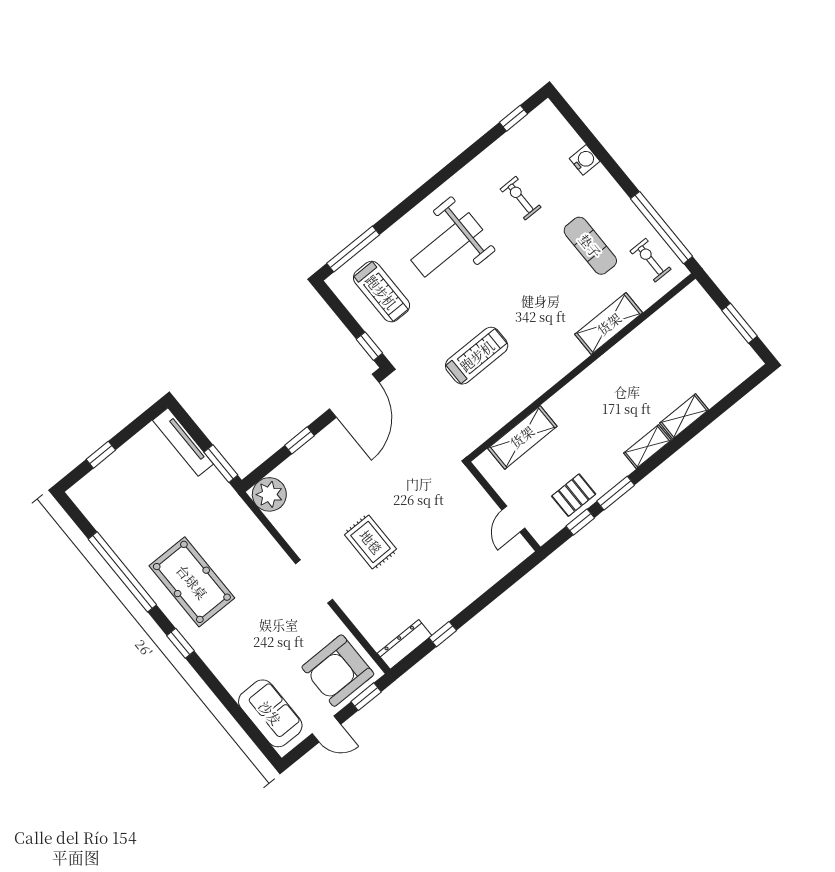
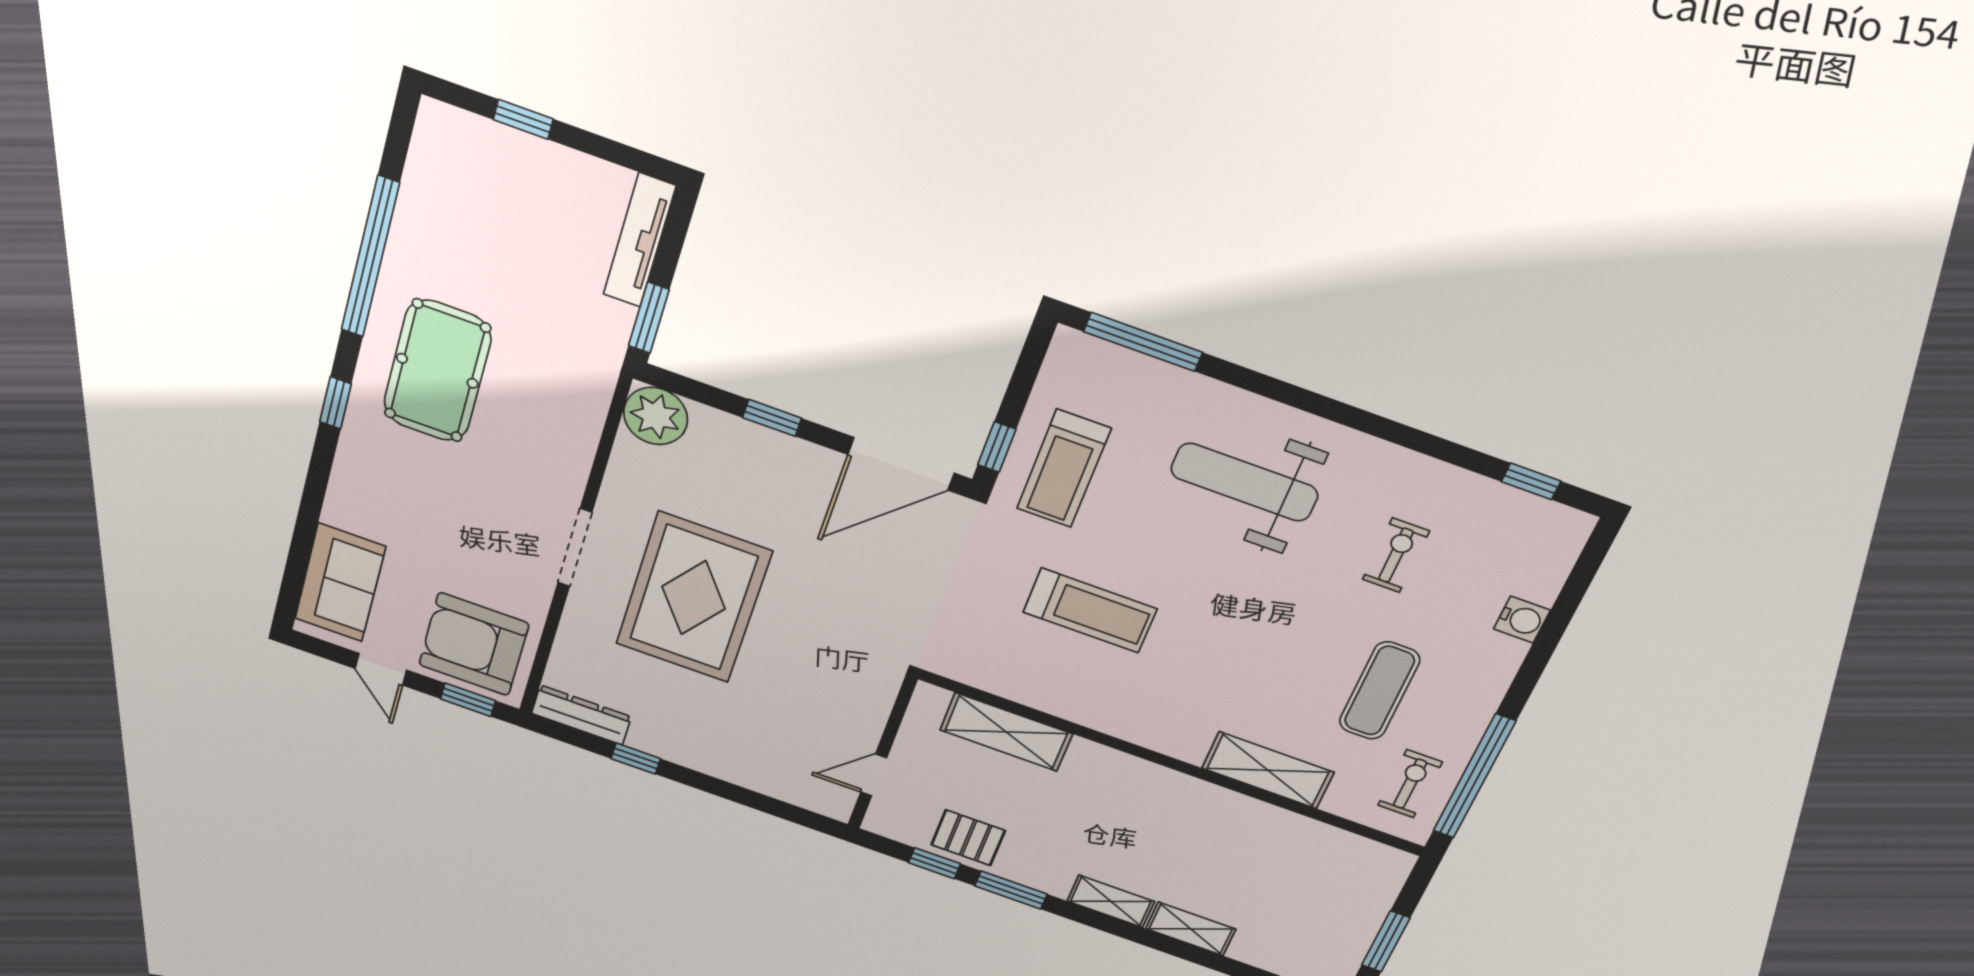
treadmill: (381, 292) -> (1064, 469), moved
rug: (371, 542) -> (694, 598), width x1.86, depth x2.06

